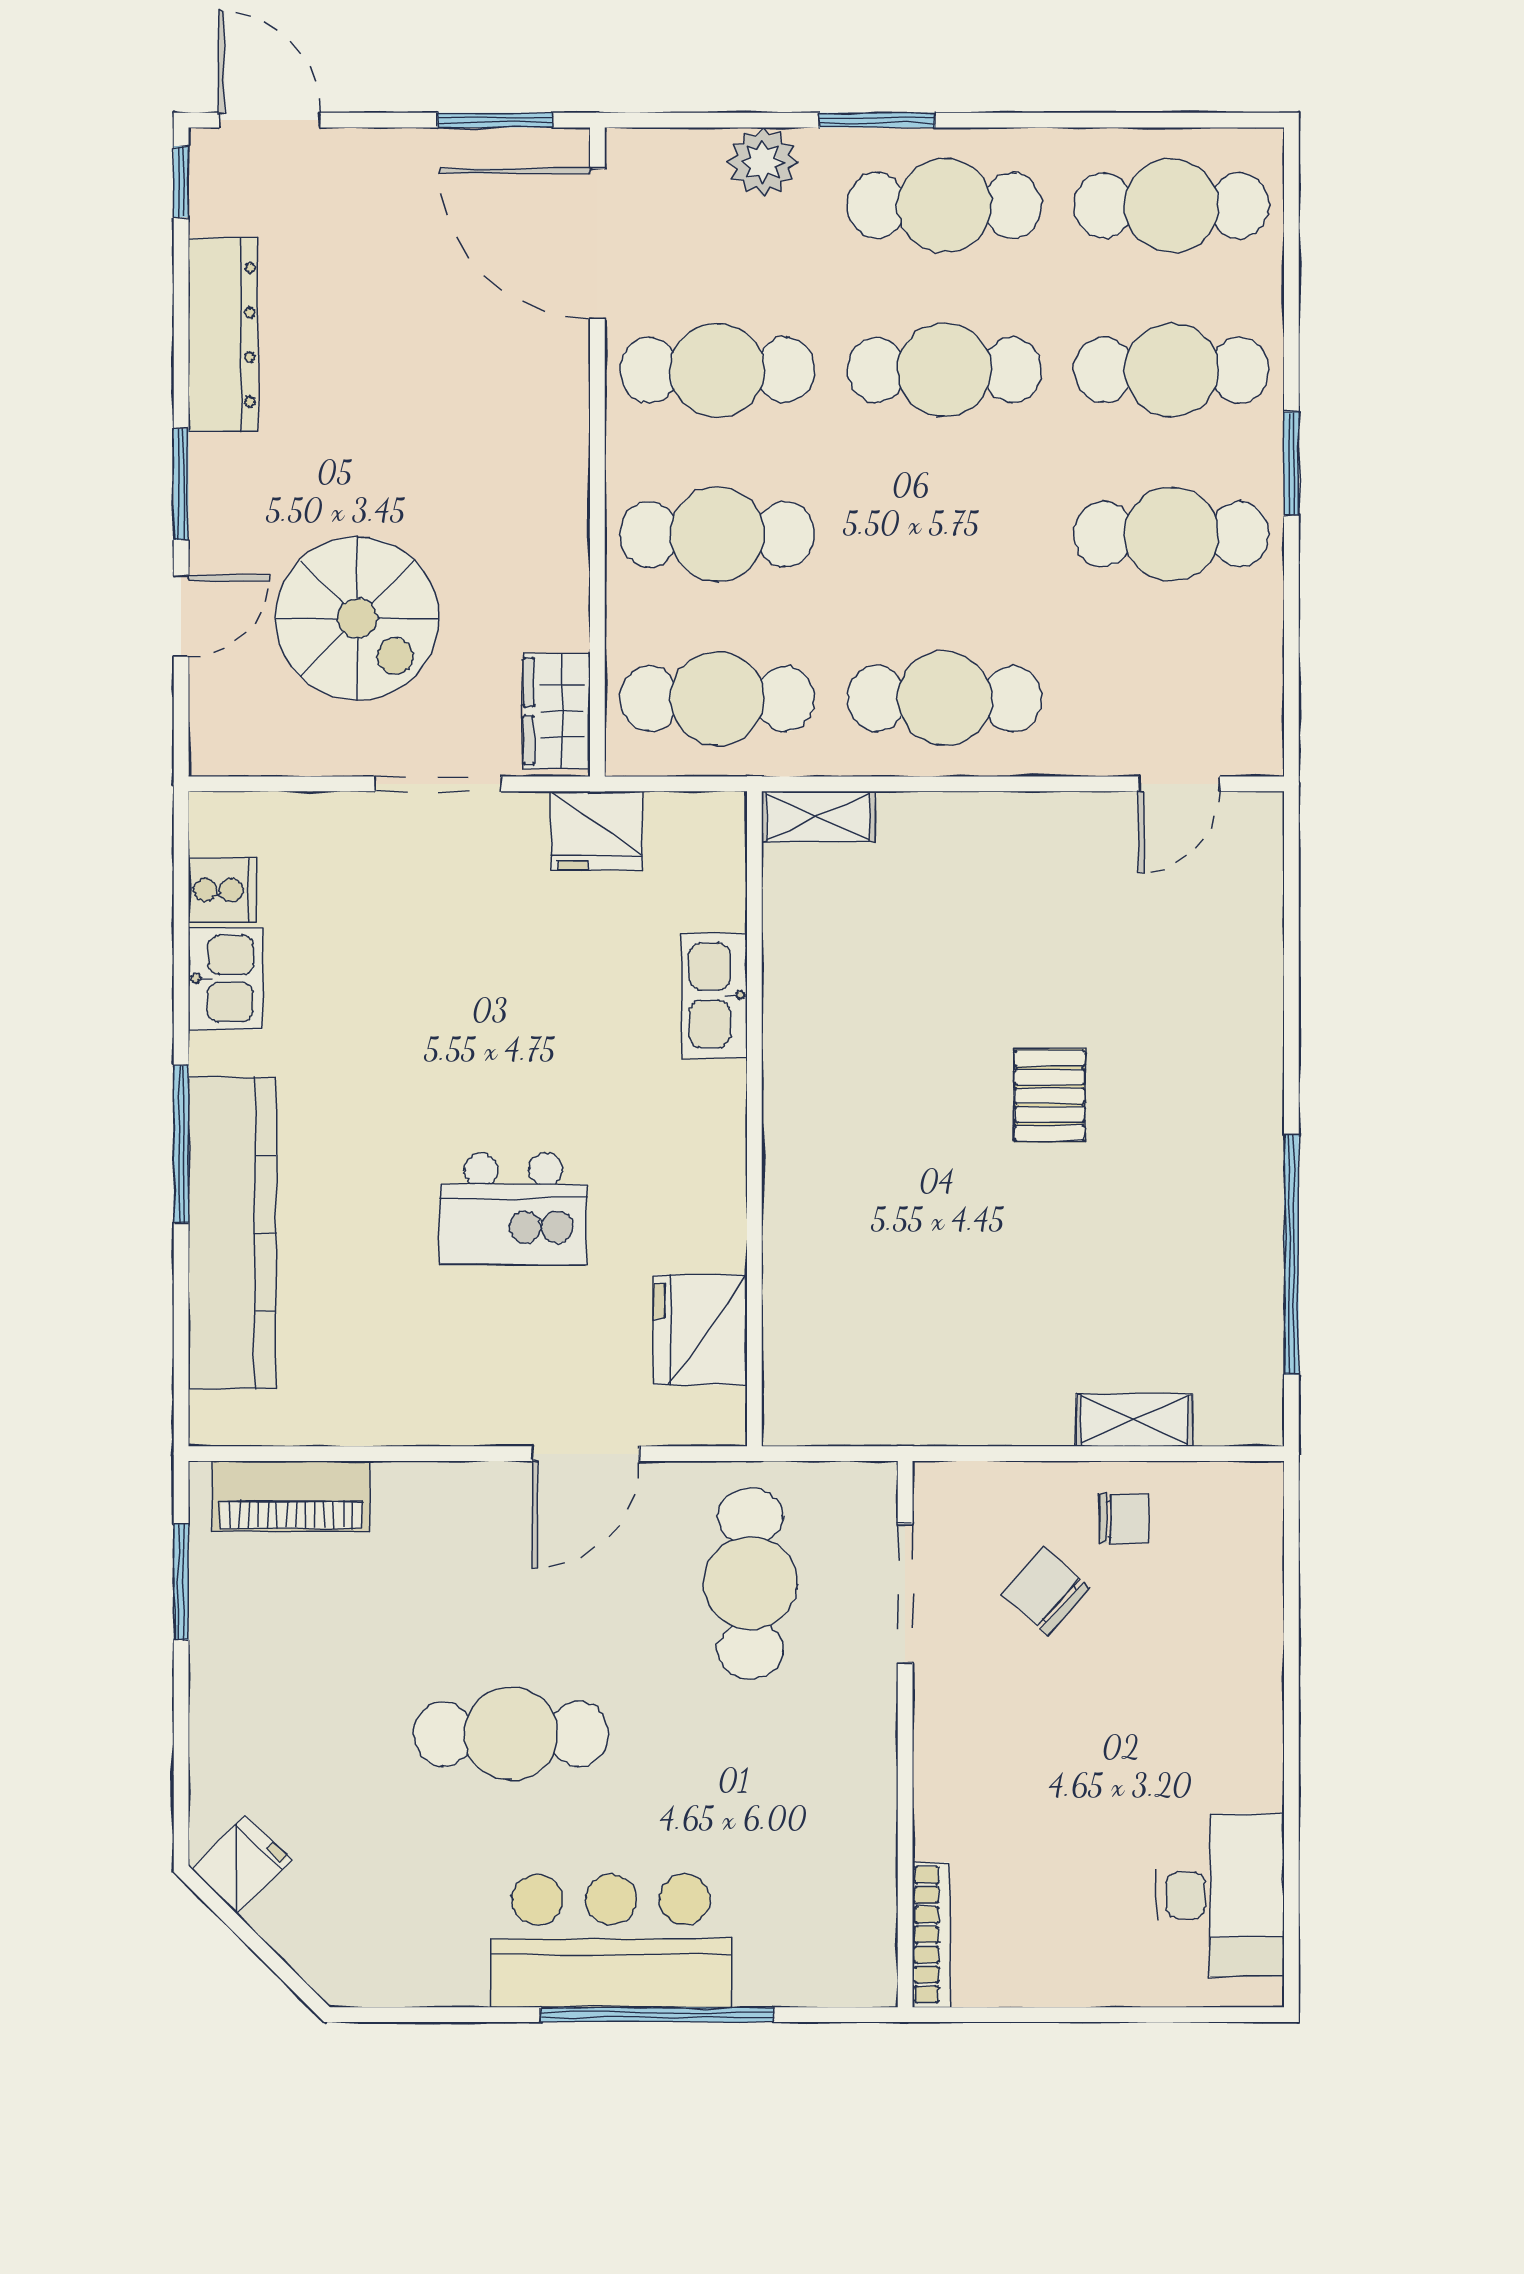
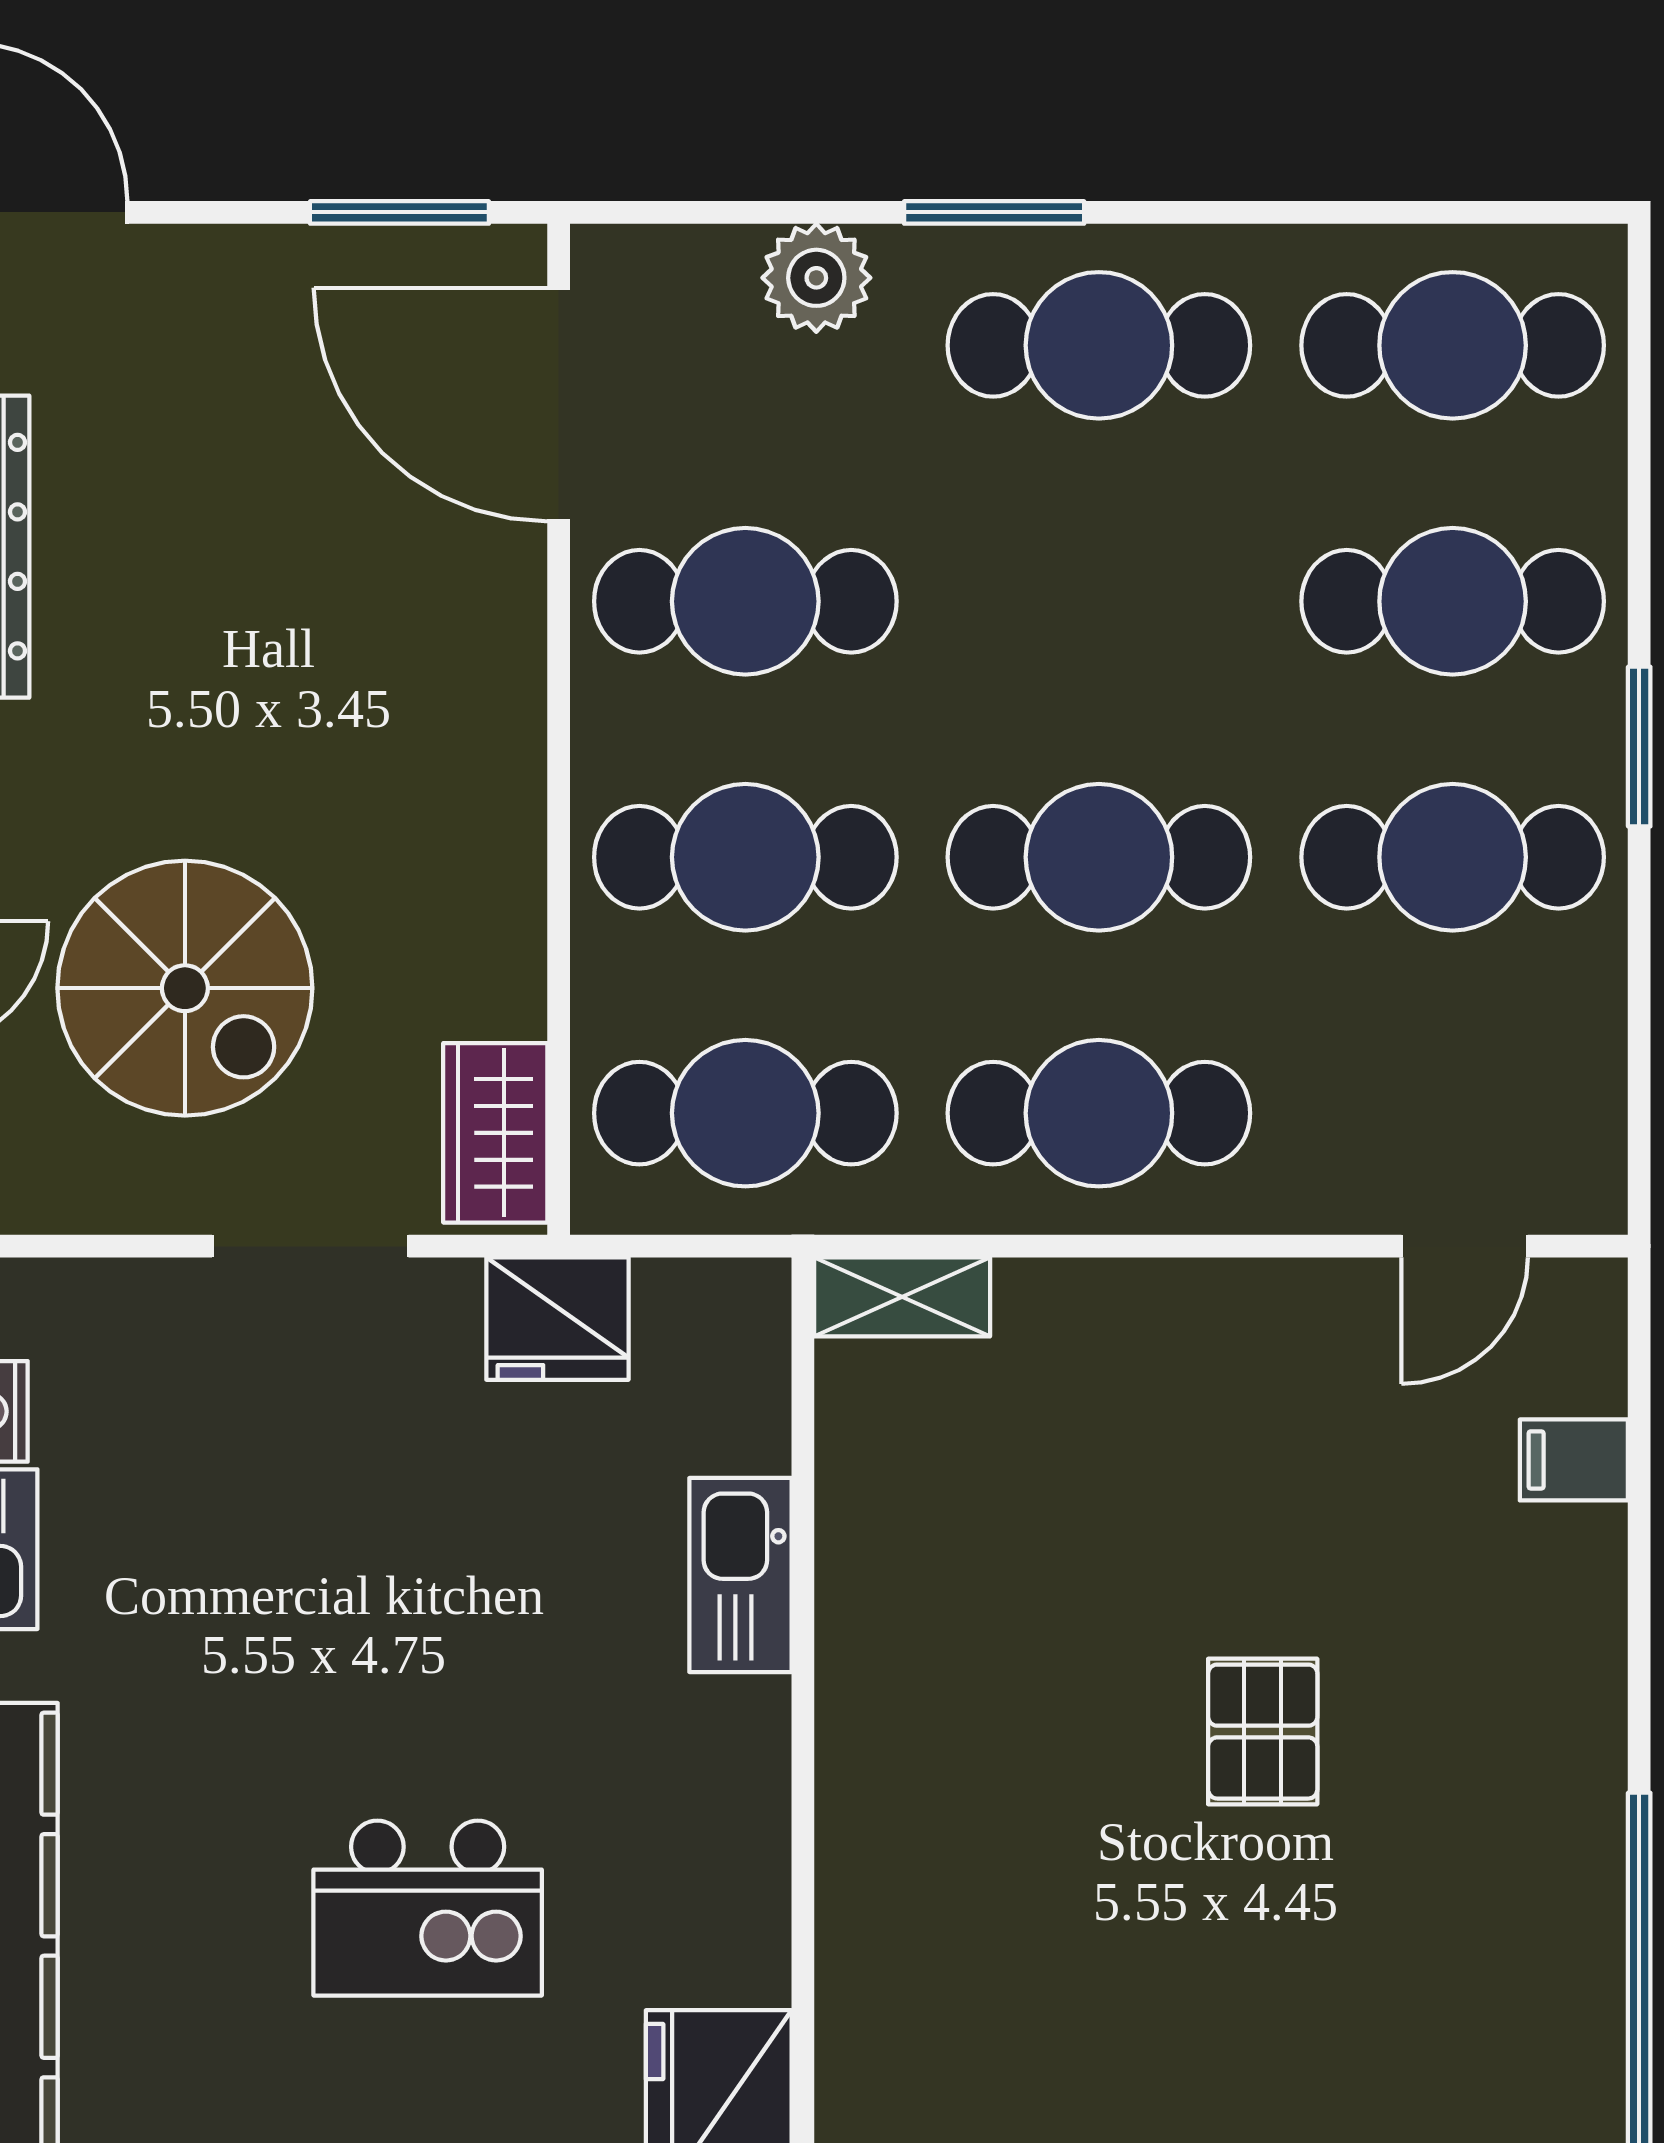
cafe table: (944, 370) -> (1099, 857), moved
filing cabinet: (1249, 921) -> (1574, 1460), added

